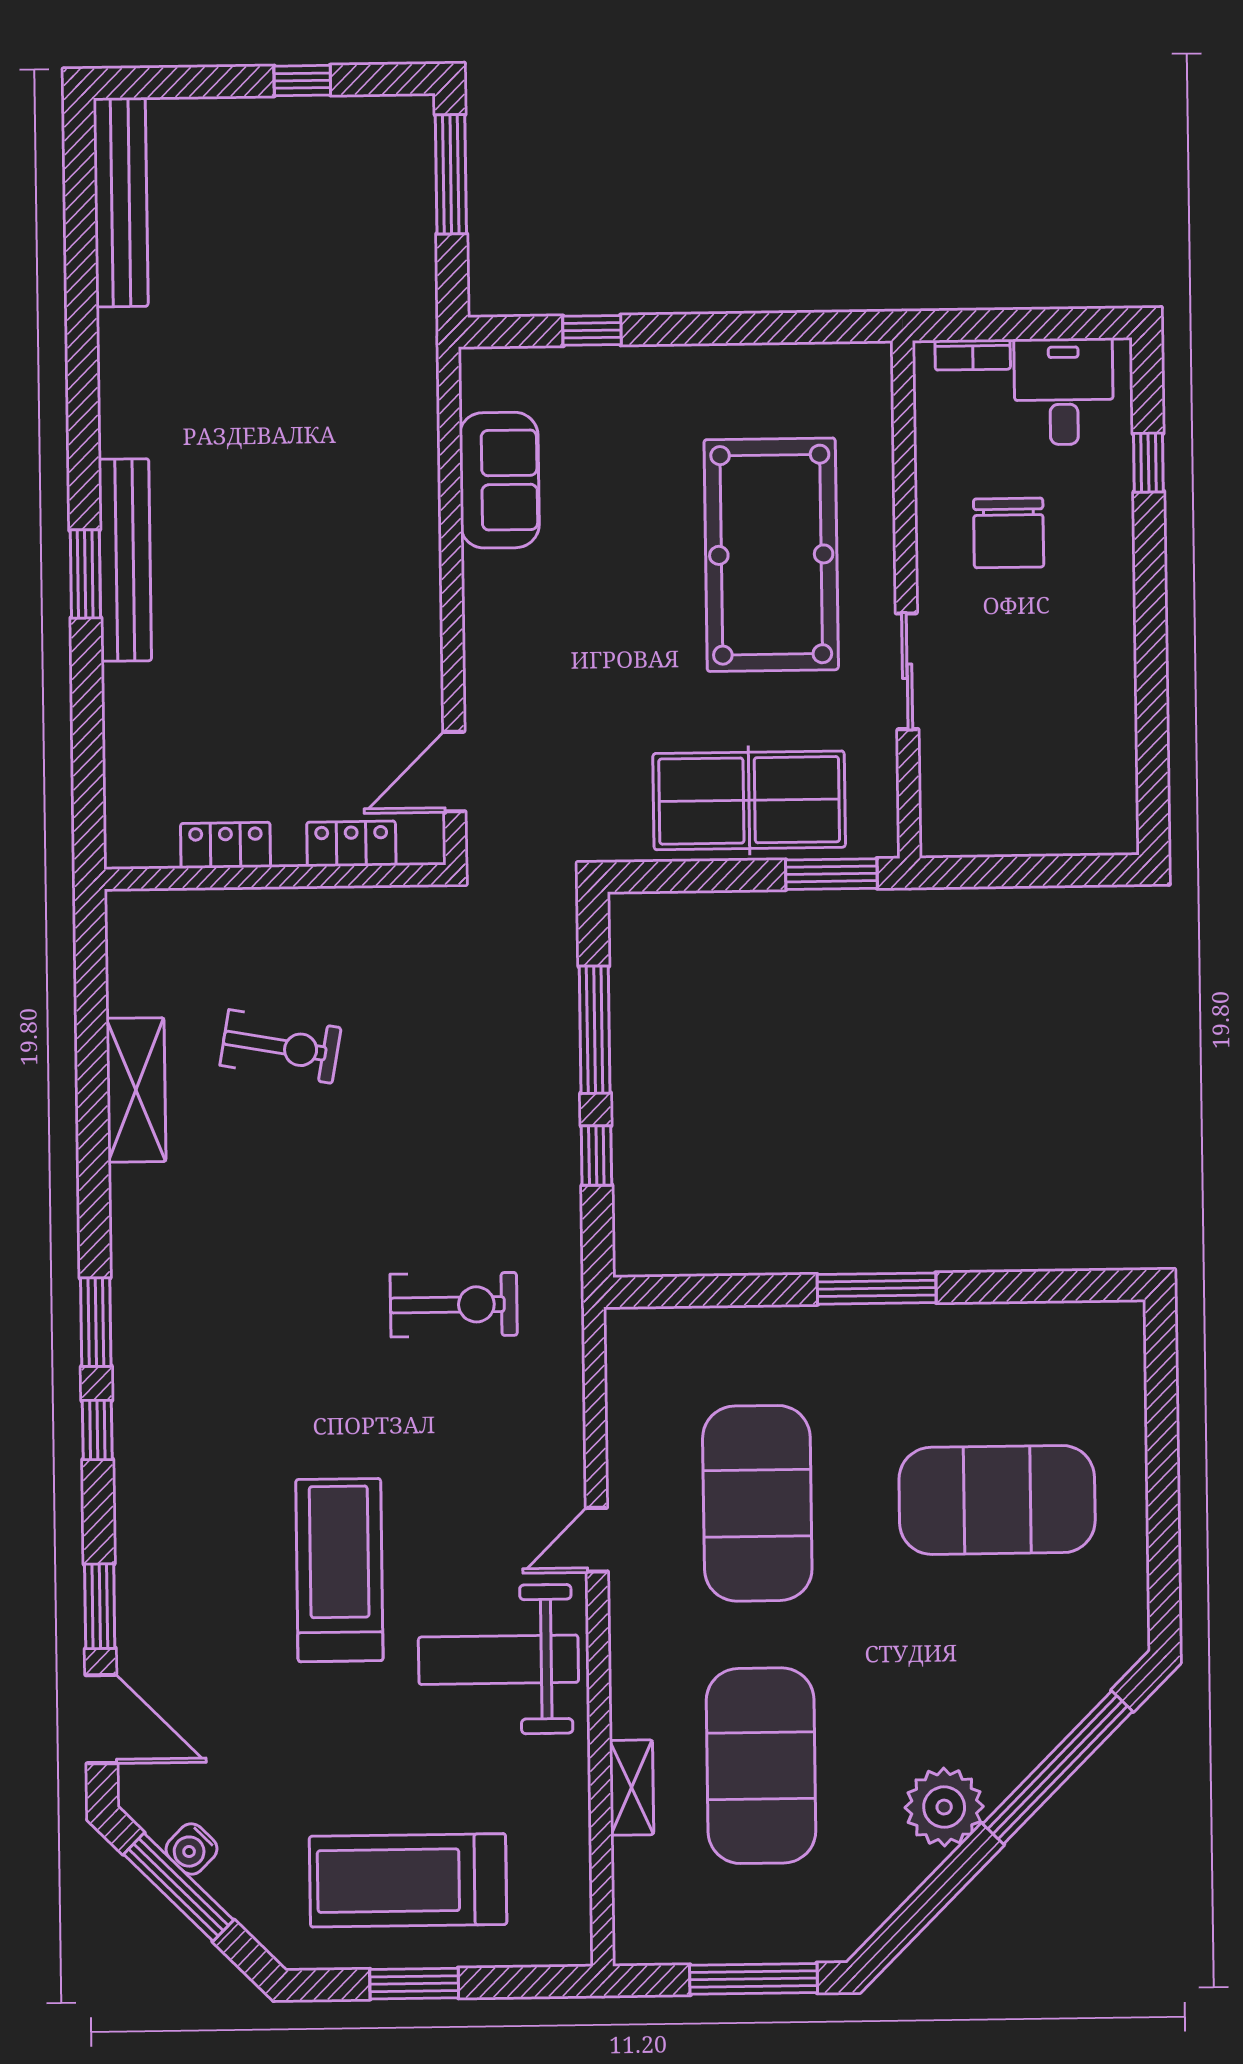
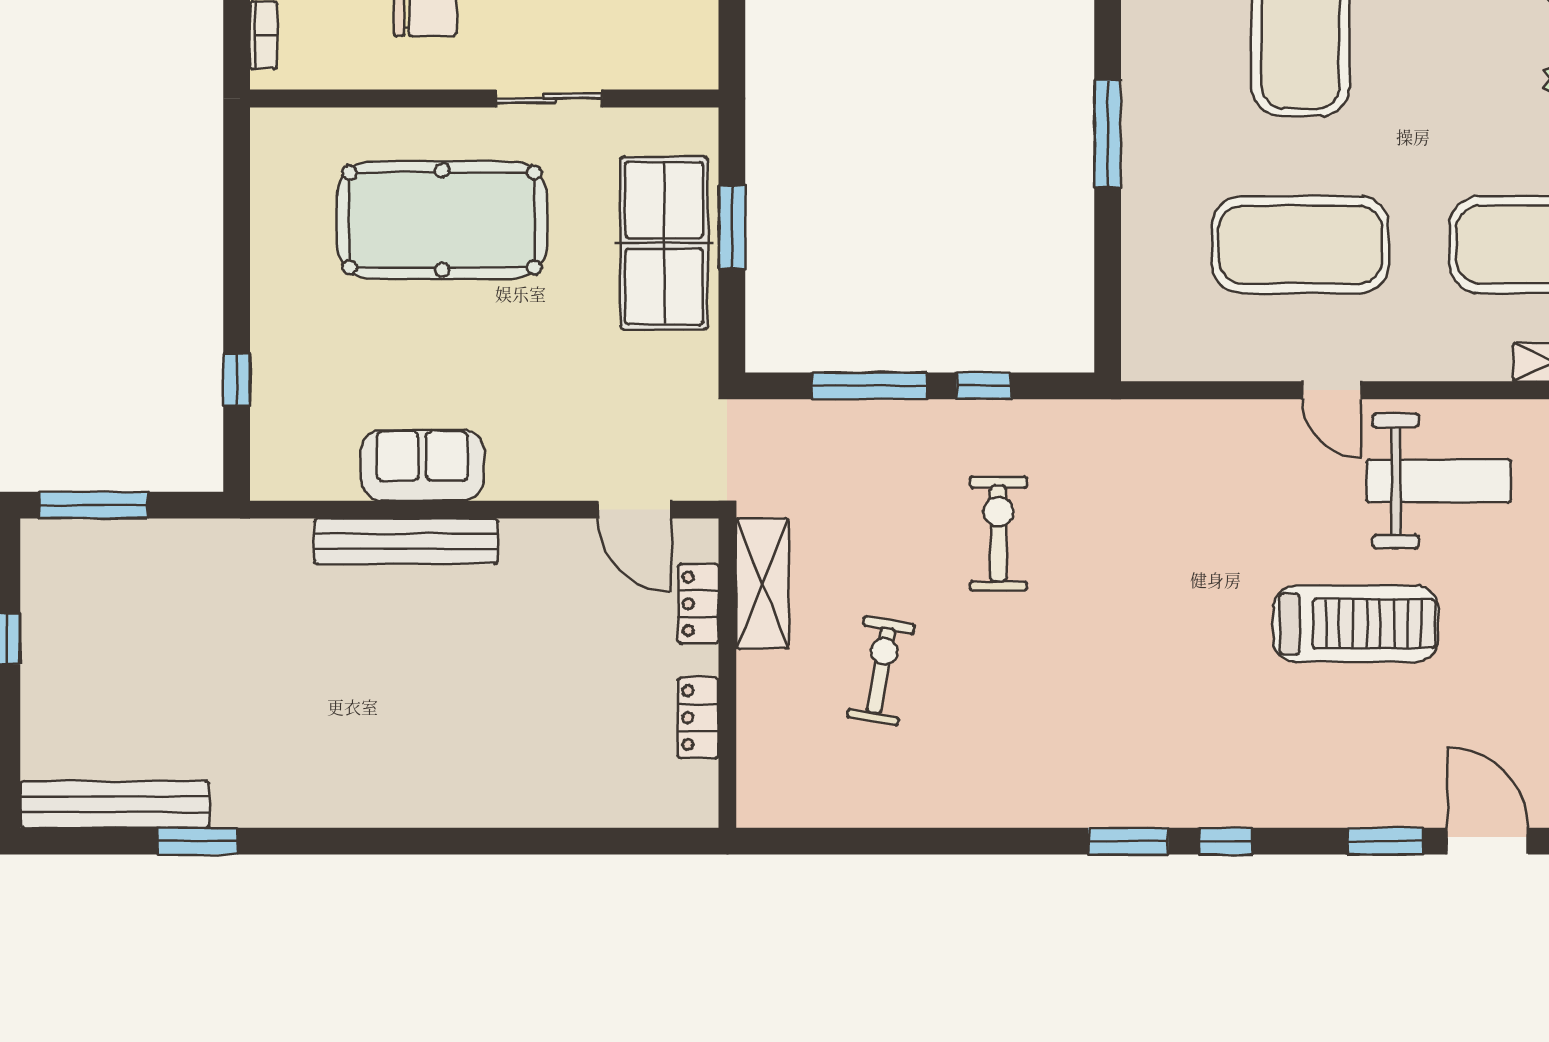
sofa: (499, 480) -> (422, 465), moved
bench: (125, 560) -> (406, 541), moved
window: (85, 574) -> (197, 841), moved
window: (831, 874) -> (732, 227), moved
shelving: (136, 1090) -> (762, 583), moved, turned 90
exercise bike: (454, 1305) -> (998, 533), moved
treadmill: (339, 1570) -> (1356, 624), turned 180
weight bench: (498, 1660) -> (1439, 481), turned -90
door: (101, 1719) -> (1488, 841), hinge flipped

